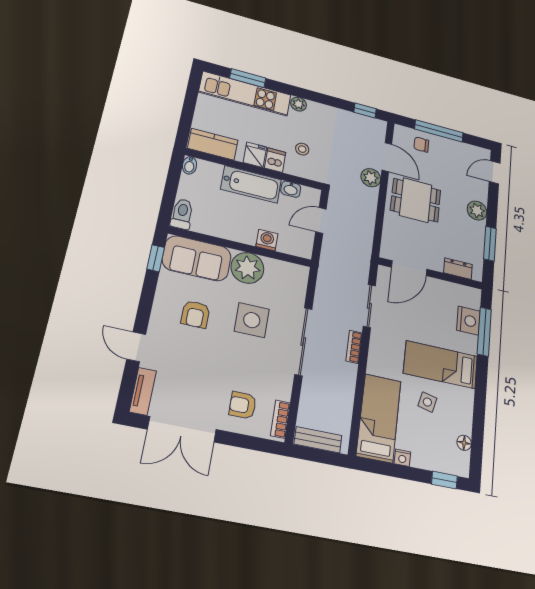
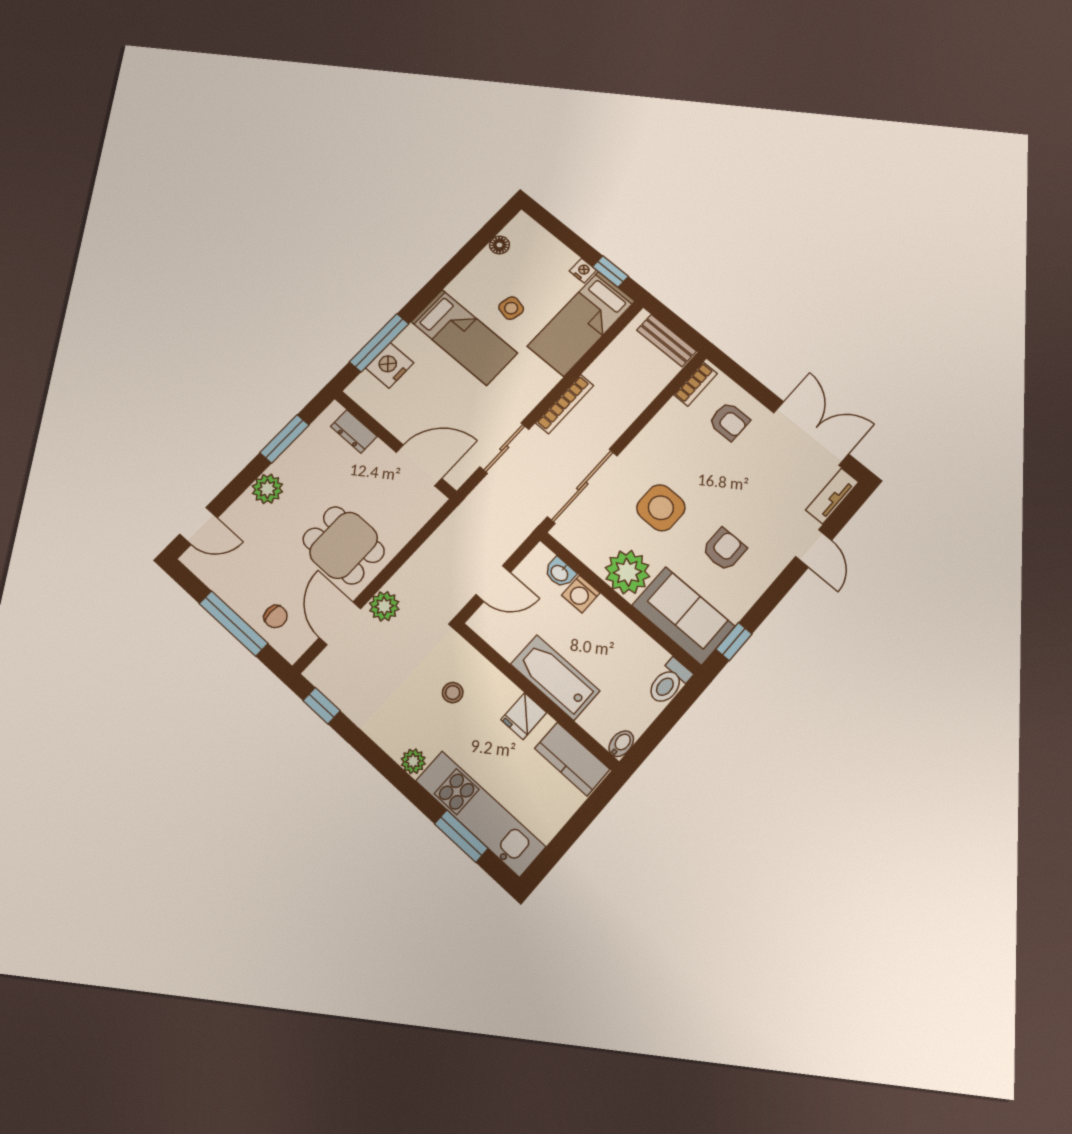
dishwasher: (275, 160) -> (501, 695), removed
washbasin: (291, 189) -> (560, 573), moved, turned 180
sliding door: (303, 342) -> (582, 486), moved
bookcase: (354, 347) -> (565, 404), width x1.56
window: (444, 480) -> (610, 272), moved

